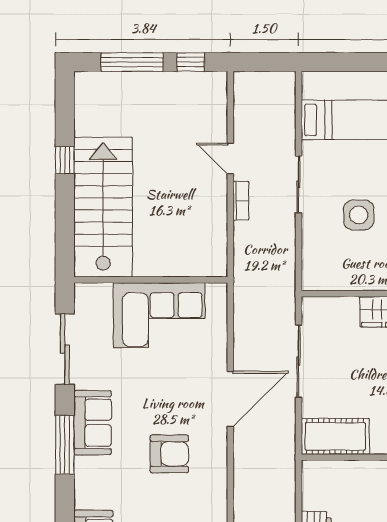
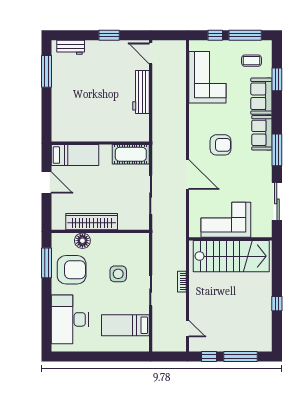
door: (230, 159) -> (187, 329), moved
stairs: (103, 207) -> (231, 256), moved, turned -90
door: (230, 399) -> (187, 174), swing flipped
sofa: (93, 423) -> (262, 133), moved
armchair: (169, 454) -> (221, 145), turned 180

